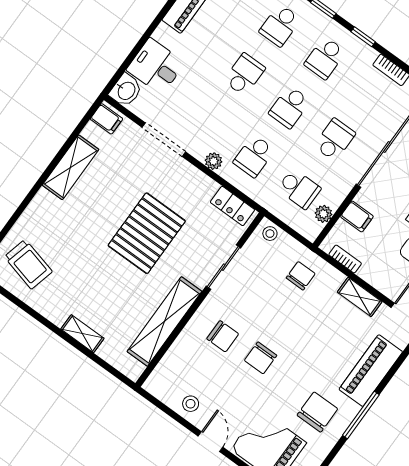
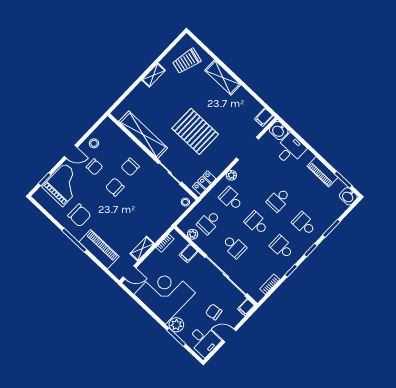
school desk: (244, 74) -> (279, 200), turned 90
shelving: (71, 167) -> (223, 77), moved
chair: (301, 276) -> (94, 167), moved
shelving: (82, 334) -> (154, 75), moved

